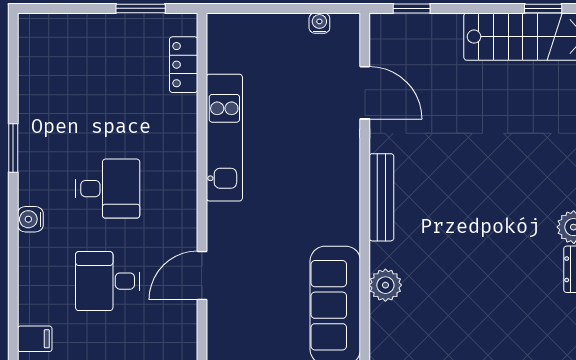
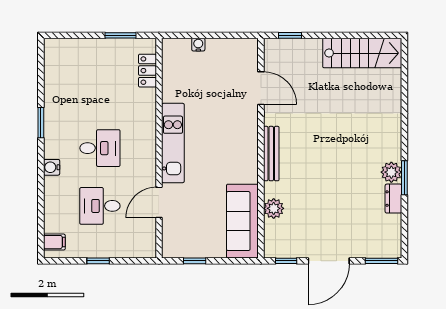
window: (543, 8) -> (372, 35), removed
water cooler: (319, 23) -> (198, 45), moved
kitchen unit: (224, 138) -> (173, 143), moved

